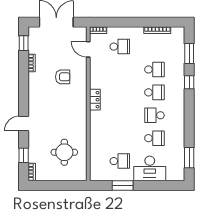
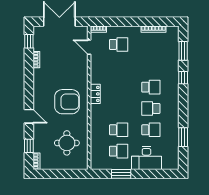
school desk: (154, 69) -> (119, 130), moved
armchair: (63, 77) -> (67, 102), moved, width x1.88, depth x1.88
door: (24, 124) -> (29, 116), swing flipped
window: (189, 158) -> (183, 137), moved

